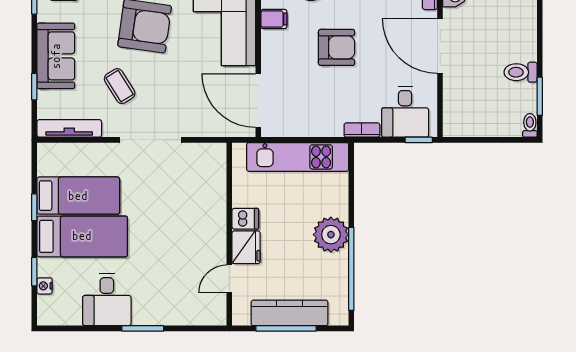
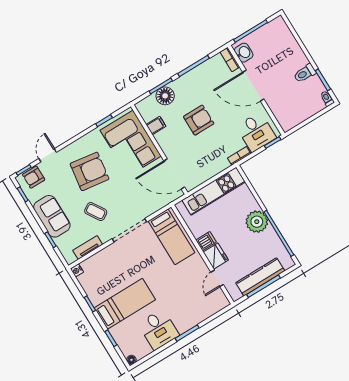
tv unit: (69, 128) -> (88, 247), width x0.71
bed: (78, 196) -> (171, 237), moved, turned 90
nightstand: (45, 286) -> (77, 270), moved
floor lamp: (44, 318) -> (131, 360), added

